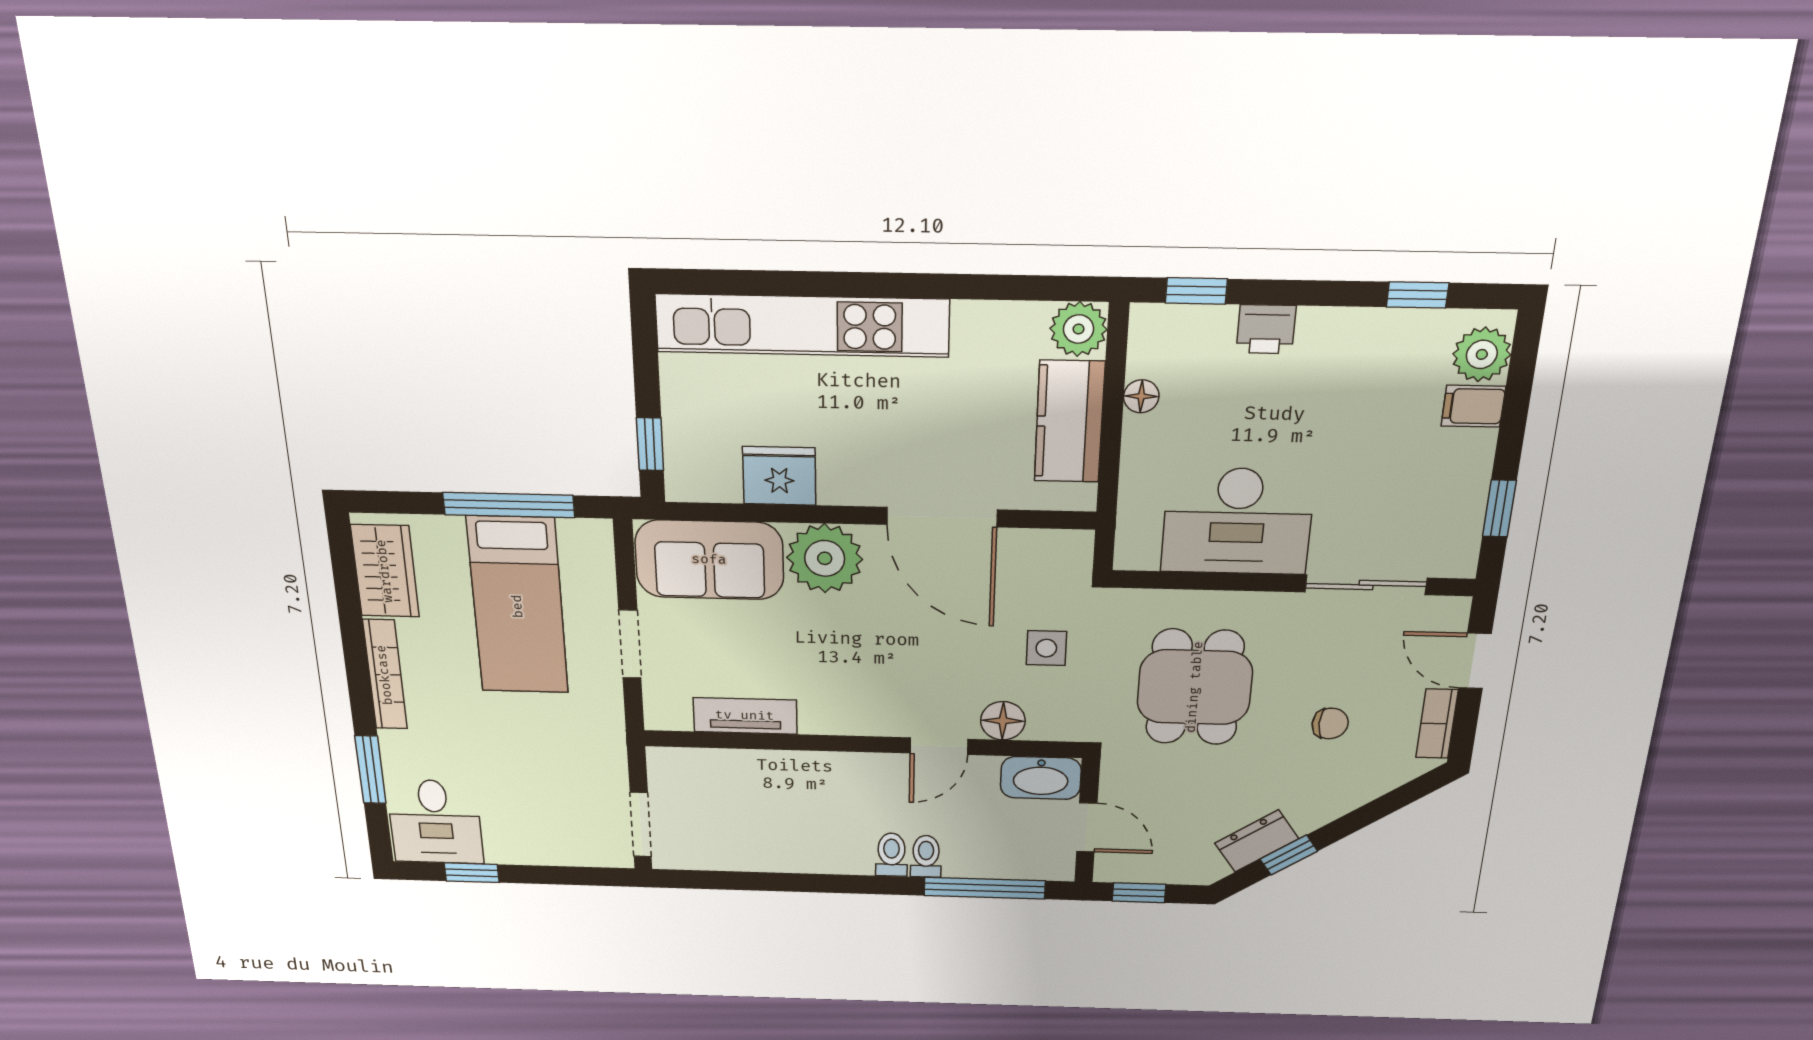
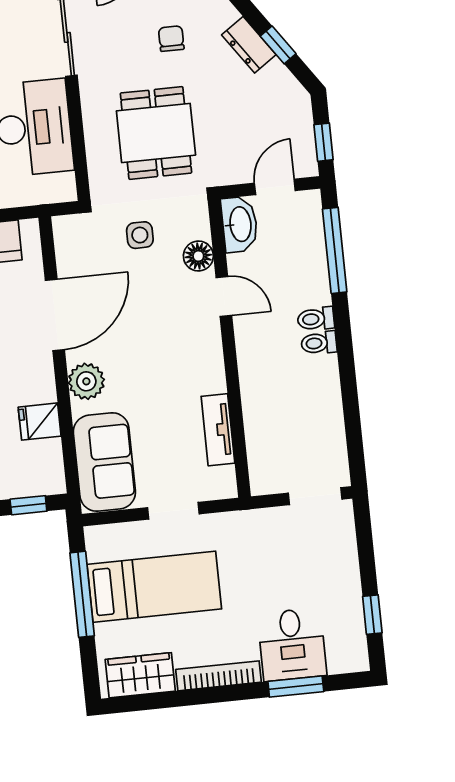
fridge: (779, 476) -> (40, 422), width x0.72
plant: (825, 558) -> (86, 381), width x0.73, depth x0.73
dining table: (1195, 687) -> (156, 133), turned 90
desk: (435, 822) -> (292, 644), moved, turned 90
dresser: (1257, 841) -> (249, 45), moved
toilet: (926, 856) -> (319, 343), moved

